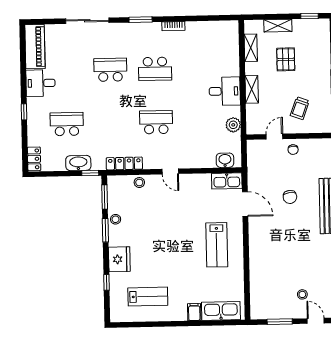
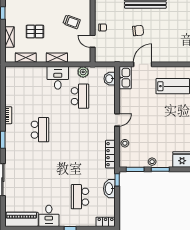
school desk: (110, 70) -> (40, 163), removed
school desk: (156, 122) -> (80, 96), moved, turned 180

